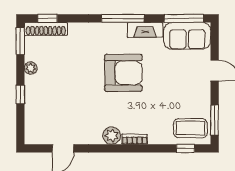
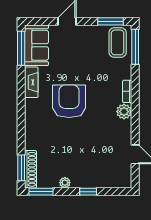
window: (47, 18) -> (21, 168), width x1.50
window: (123, 18) -> (21, 102), removed
window: (185, 148) -> (135, 47), width x2.17

